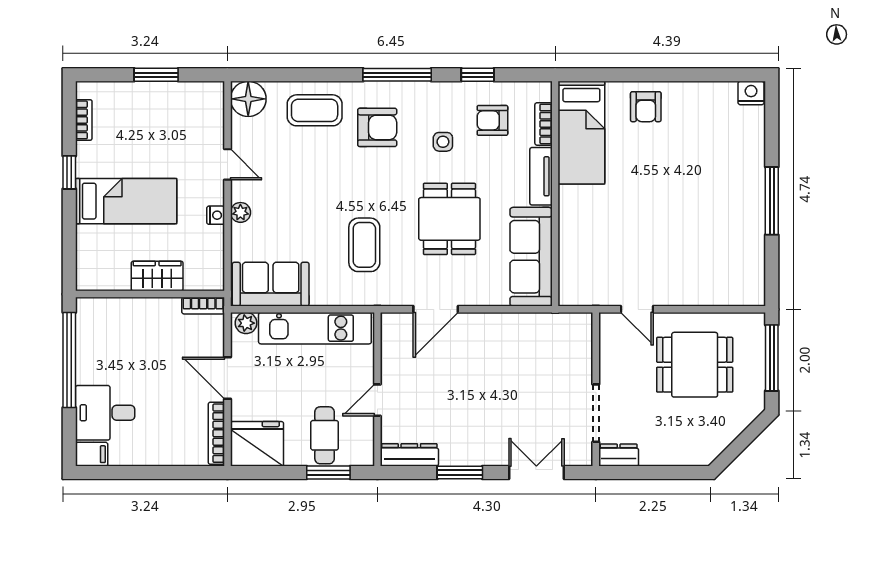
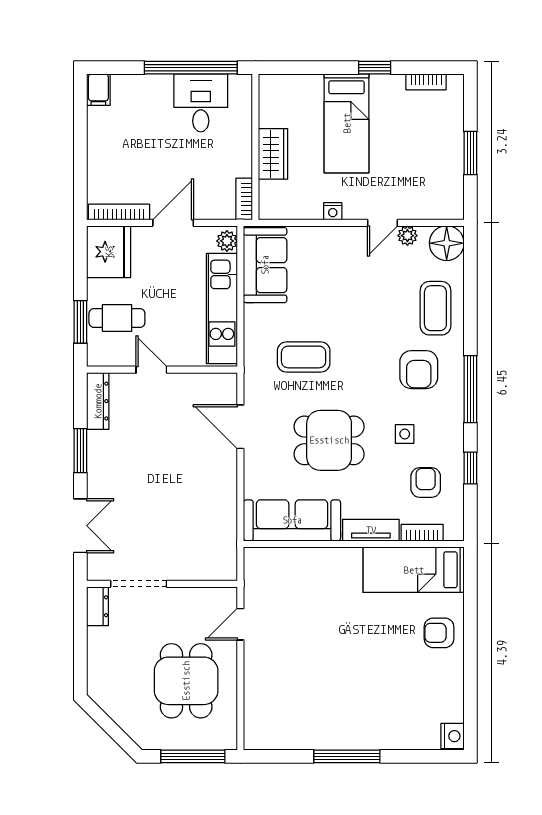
plant: (240, 212) -> (407, 236), moved
desk: (105, 413) -> (201, 103), moved

